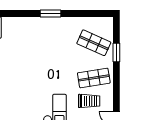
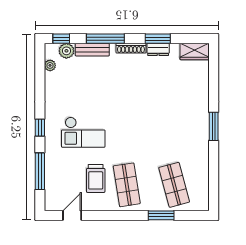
shop shelf: (94, 43) -> (174, 185), turned -39

